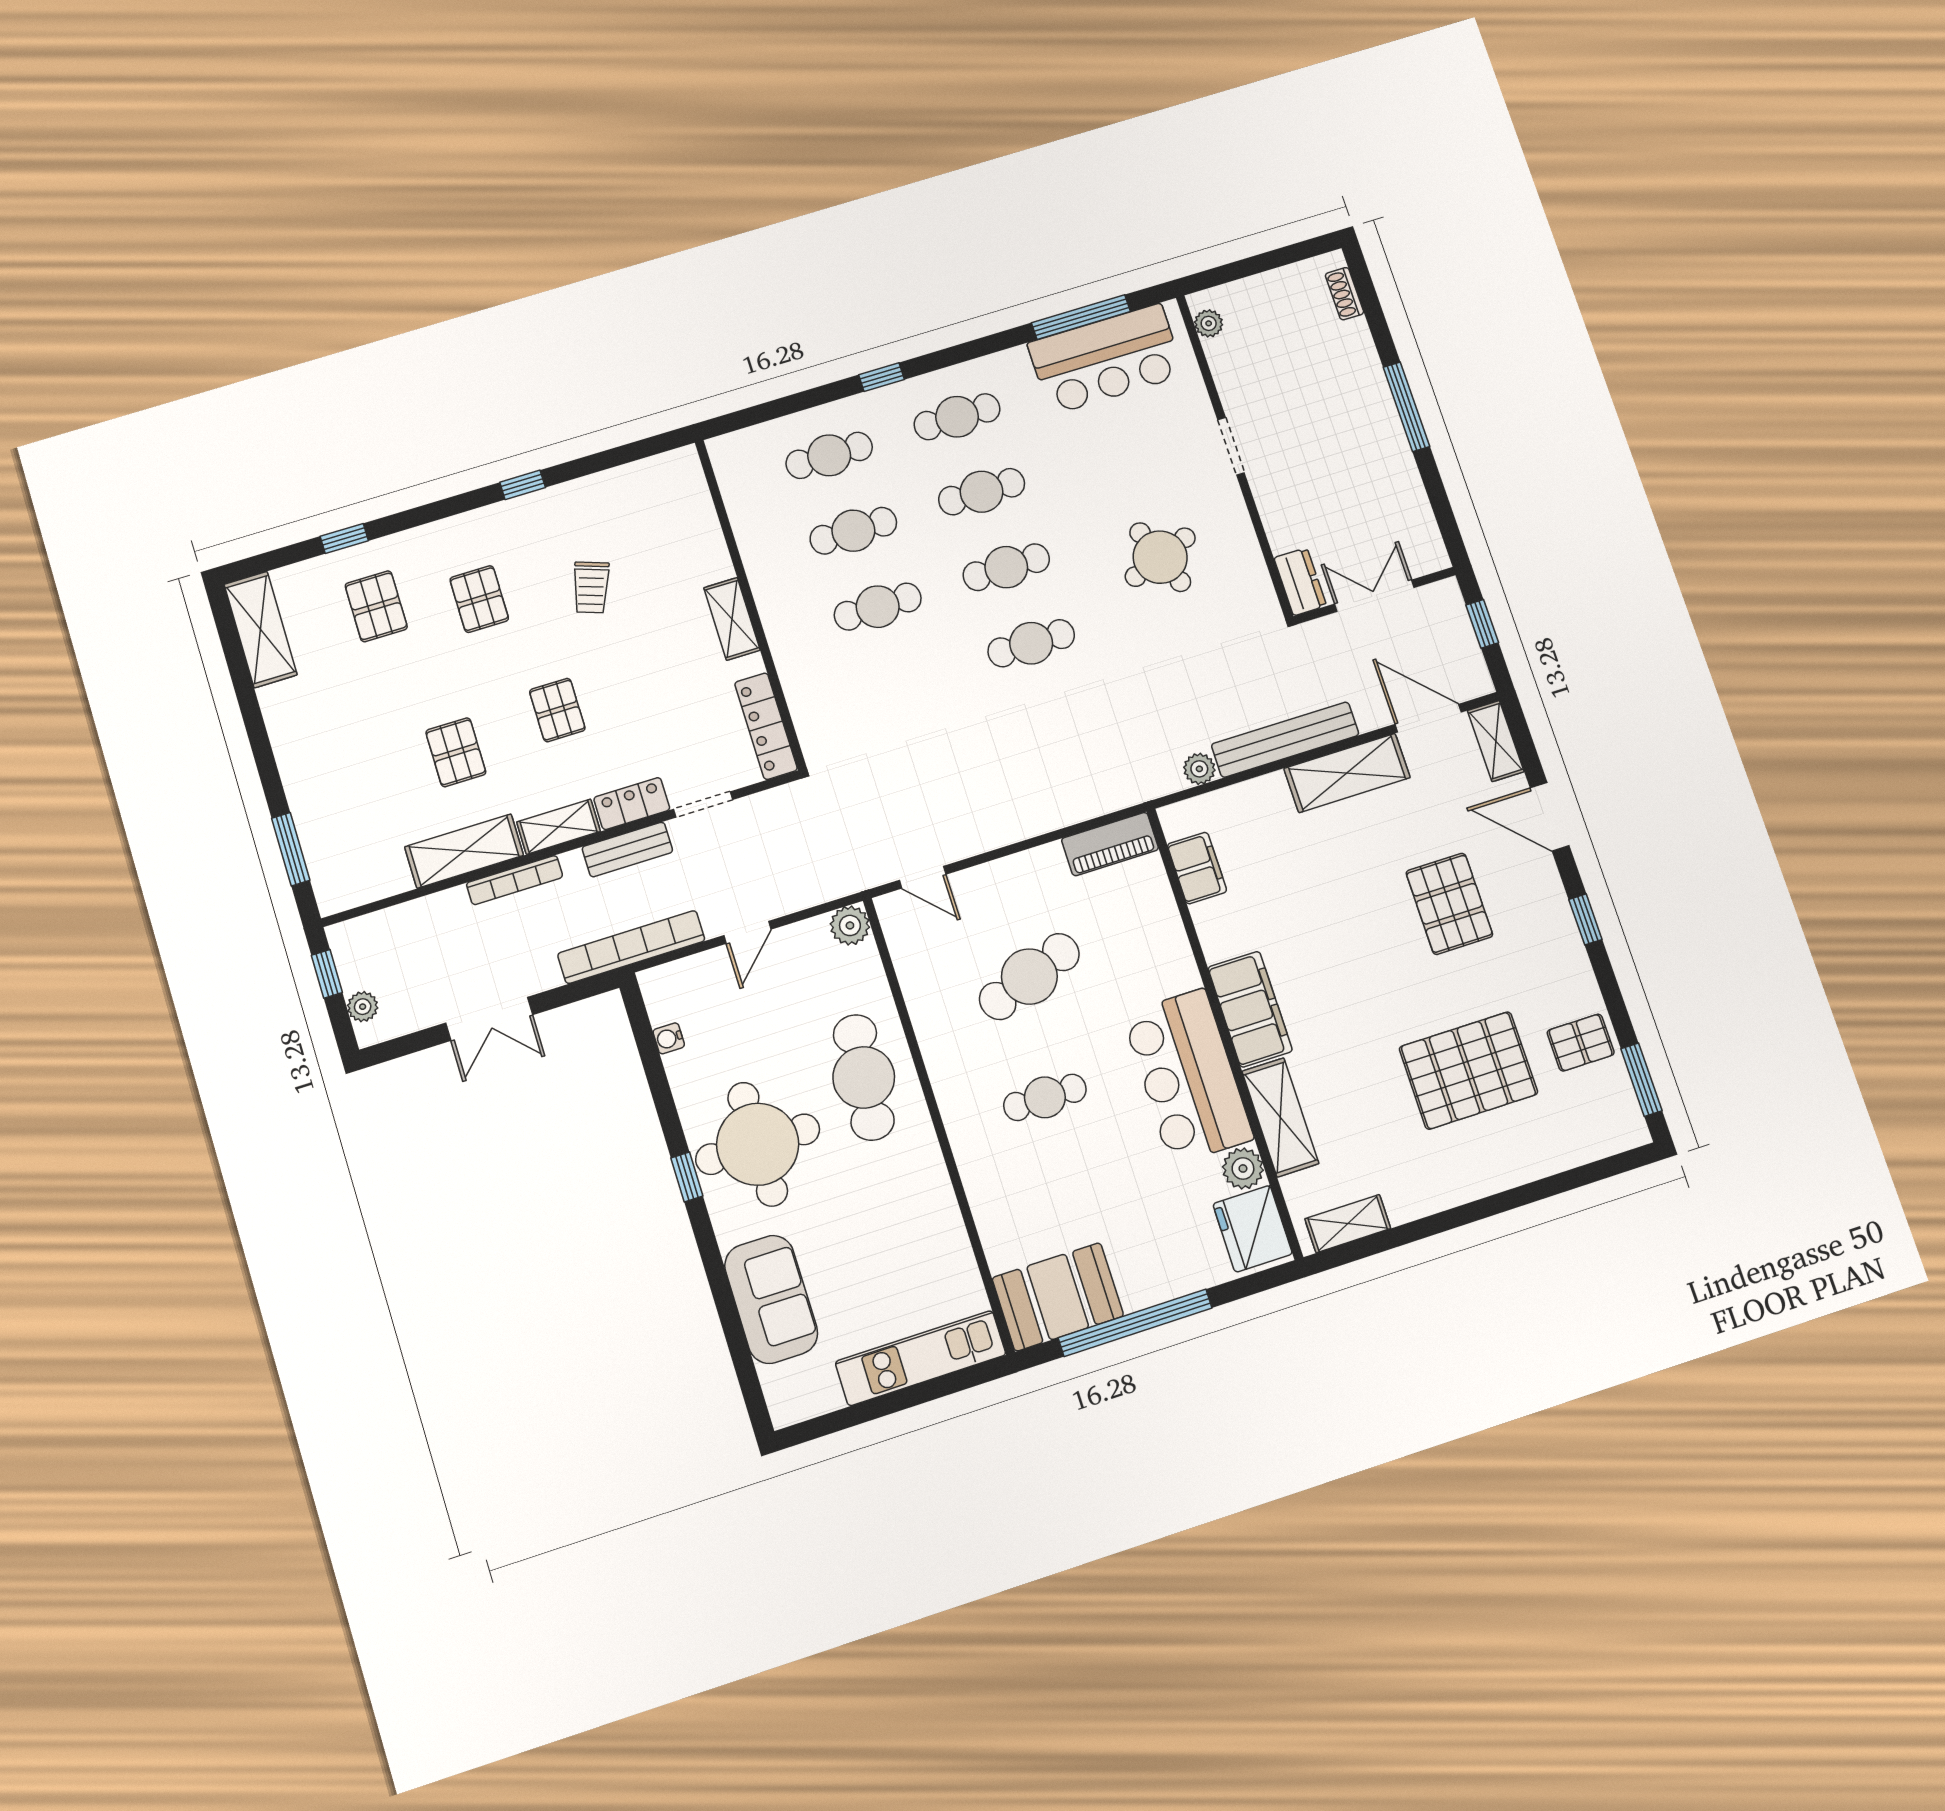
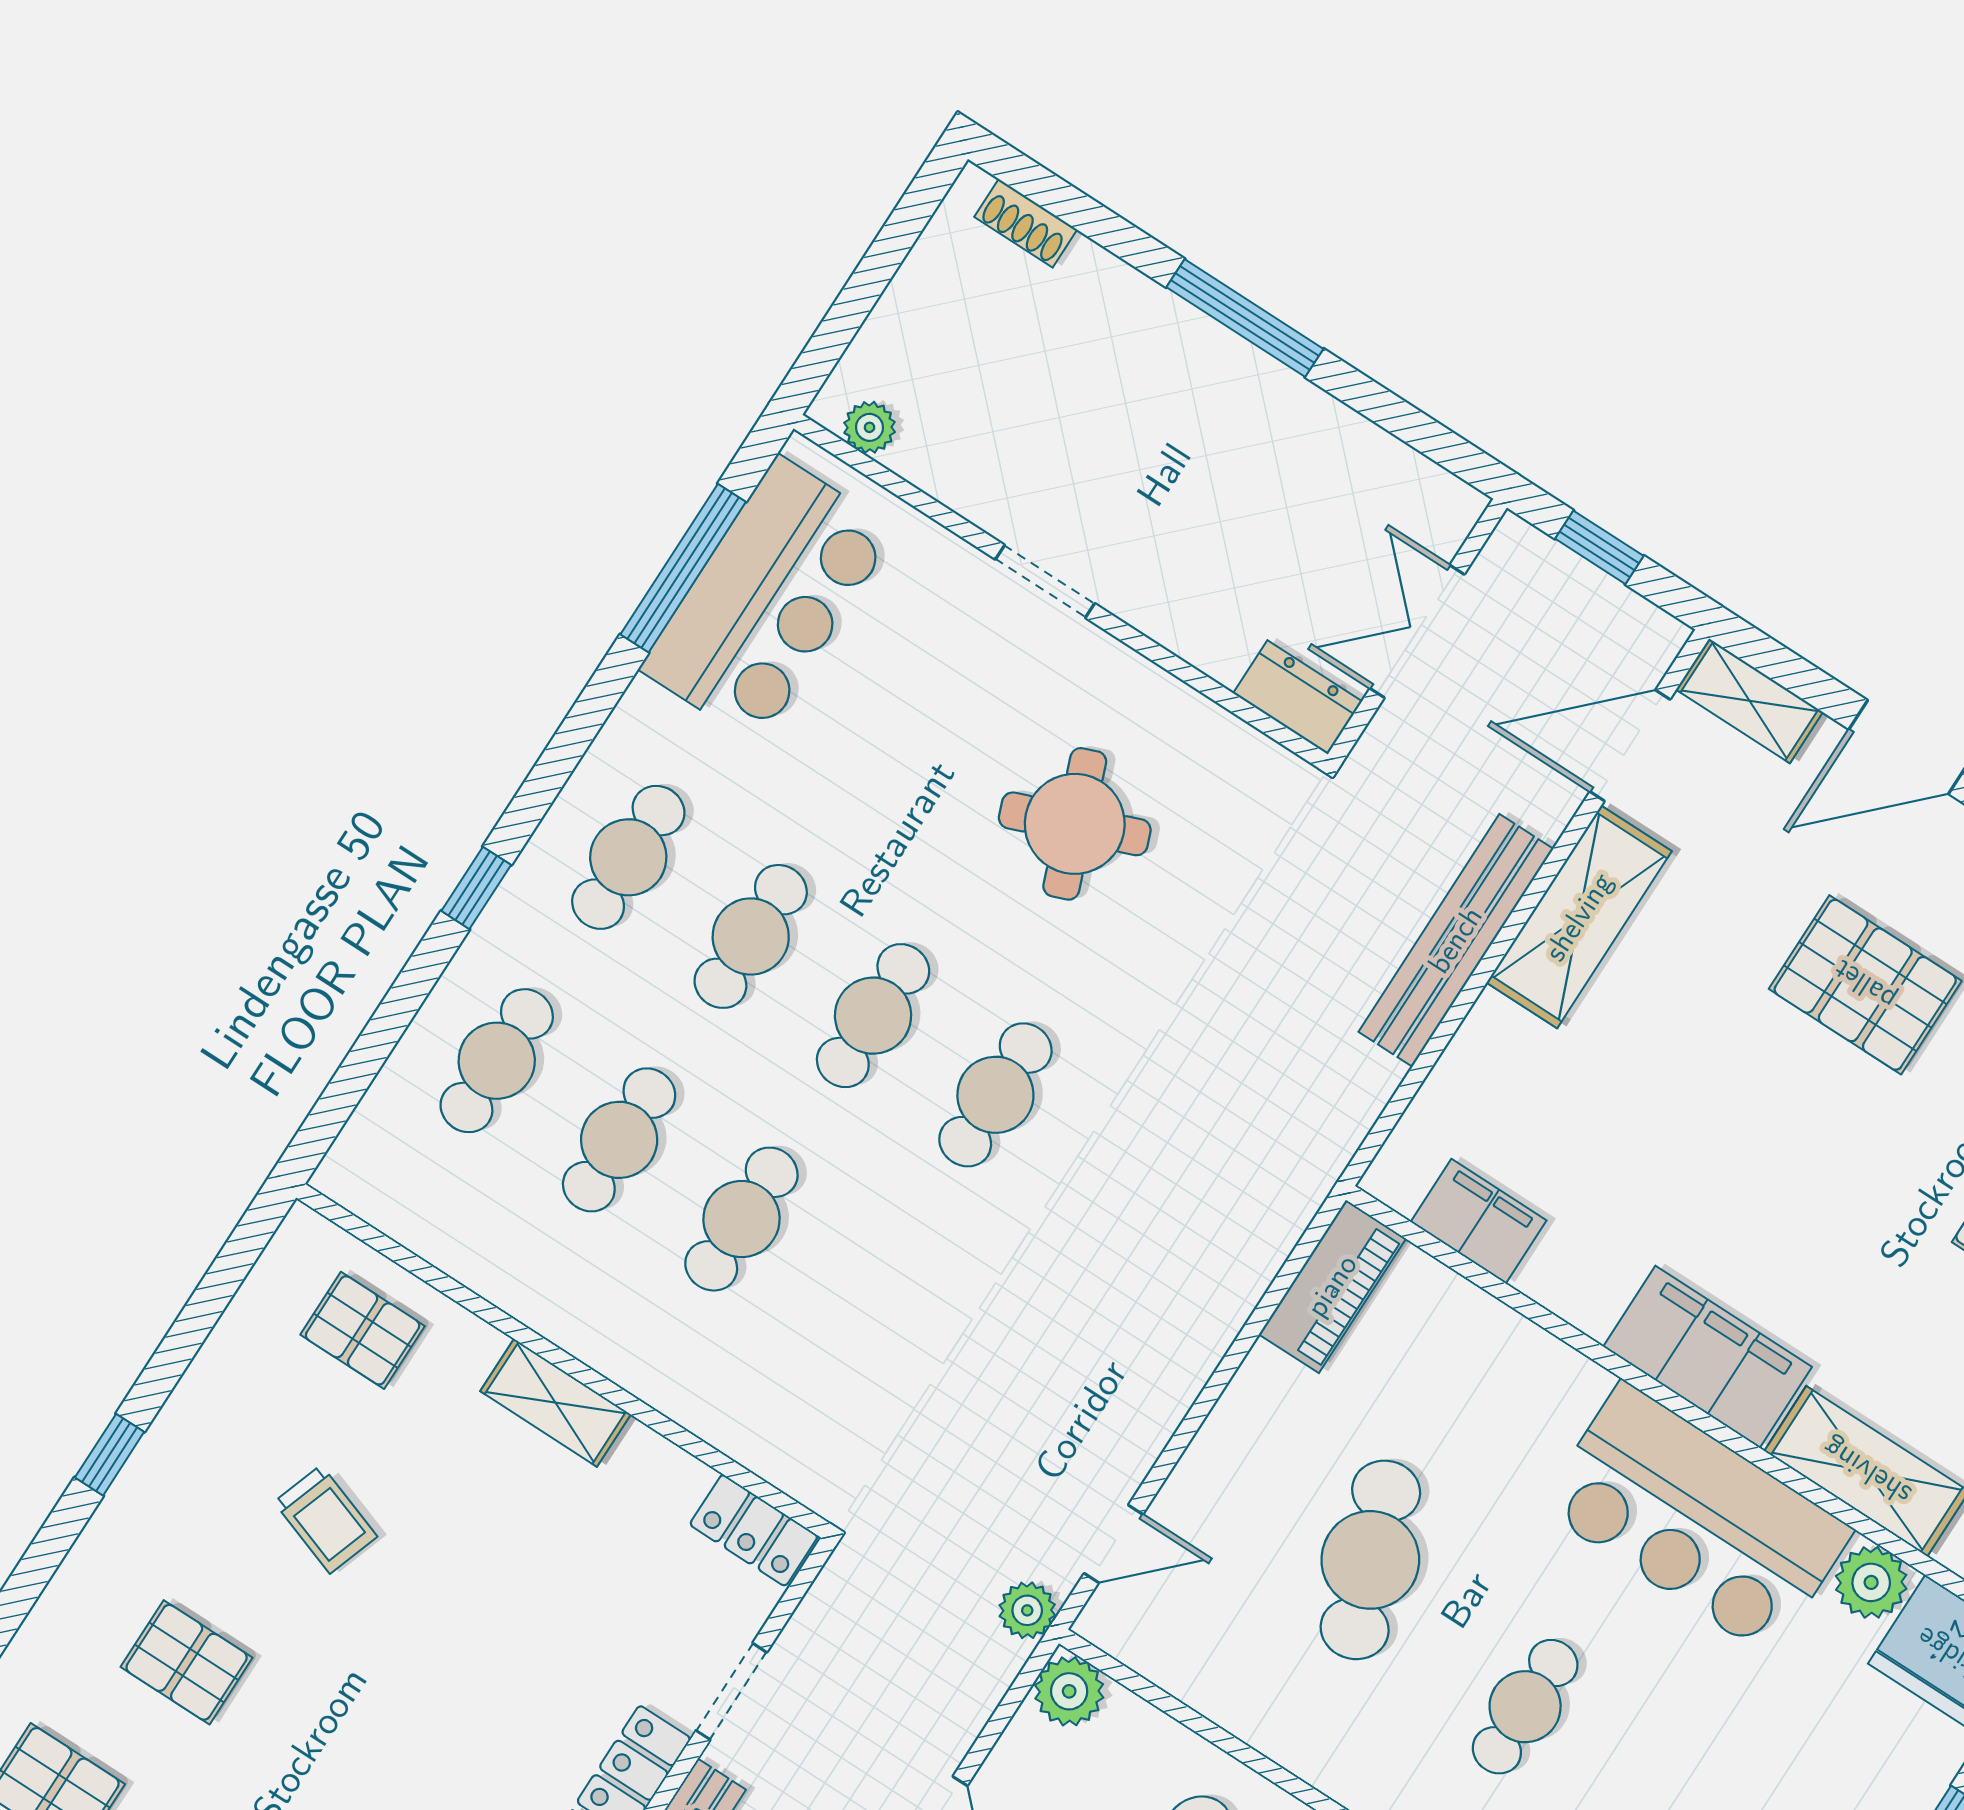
pallet: (557, 710) -> (363, 1330), moved
locker: (766, 726) -> (754, 1530), width x0.66
plant: (1199, 769) -> (1027, 1610), moved

